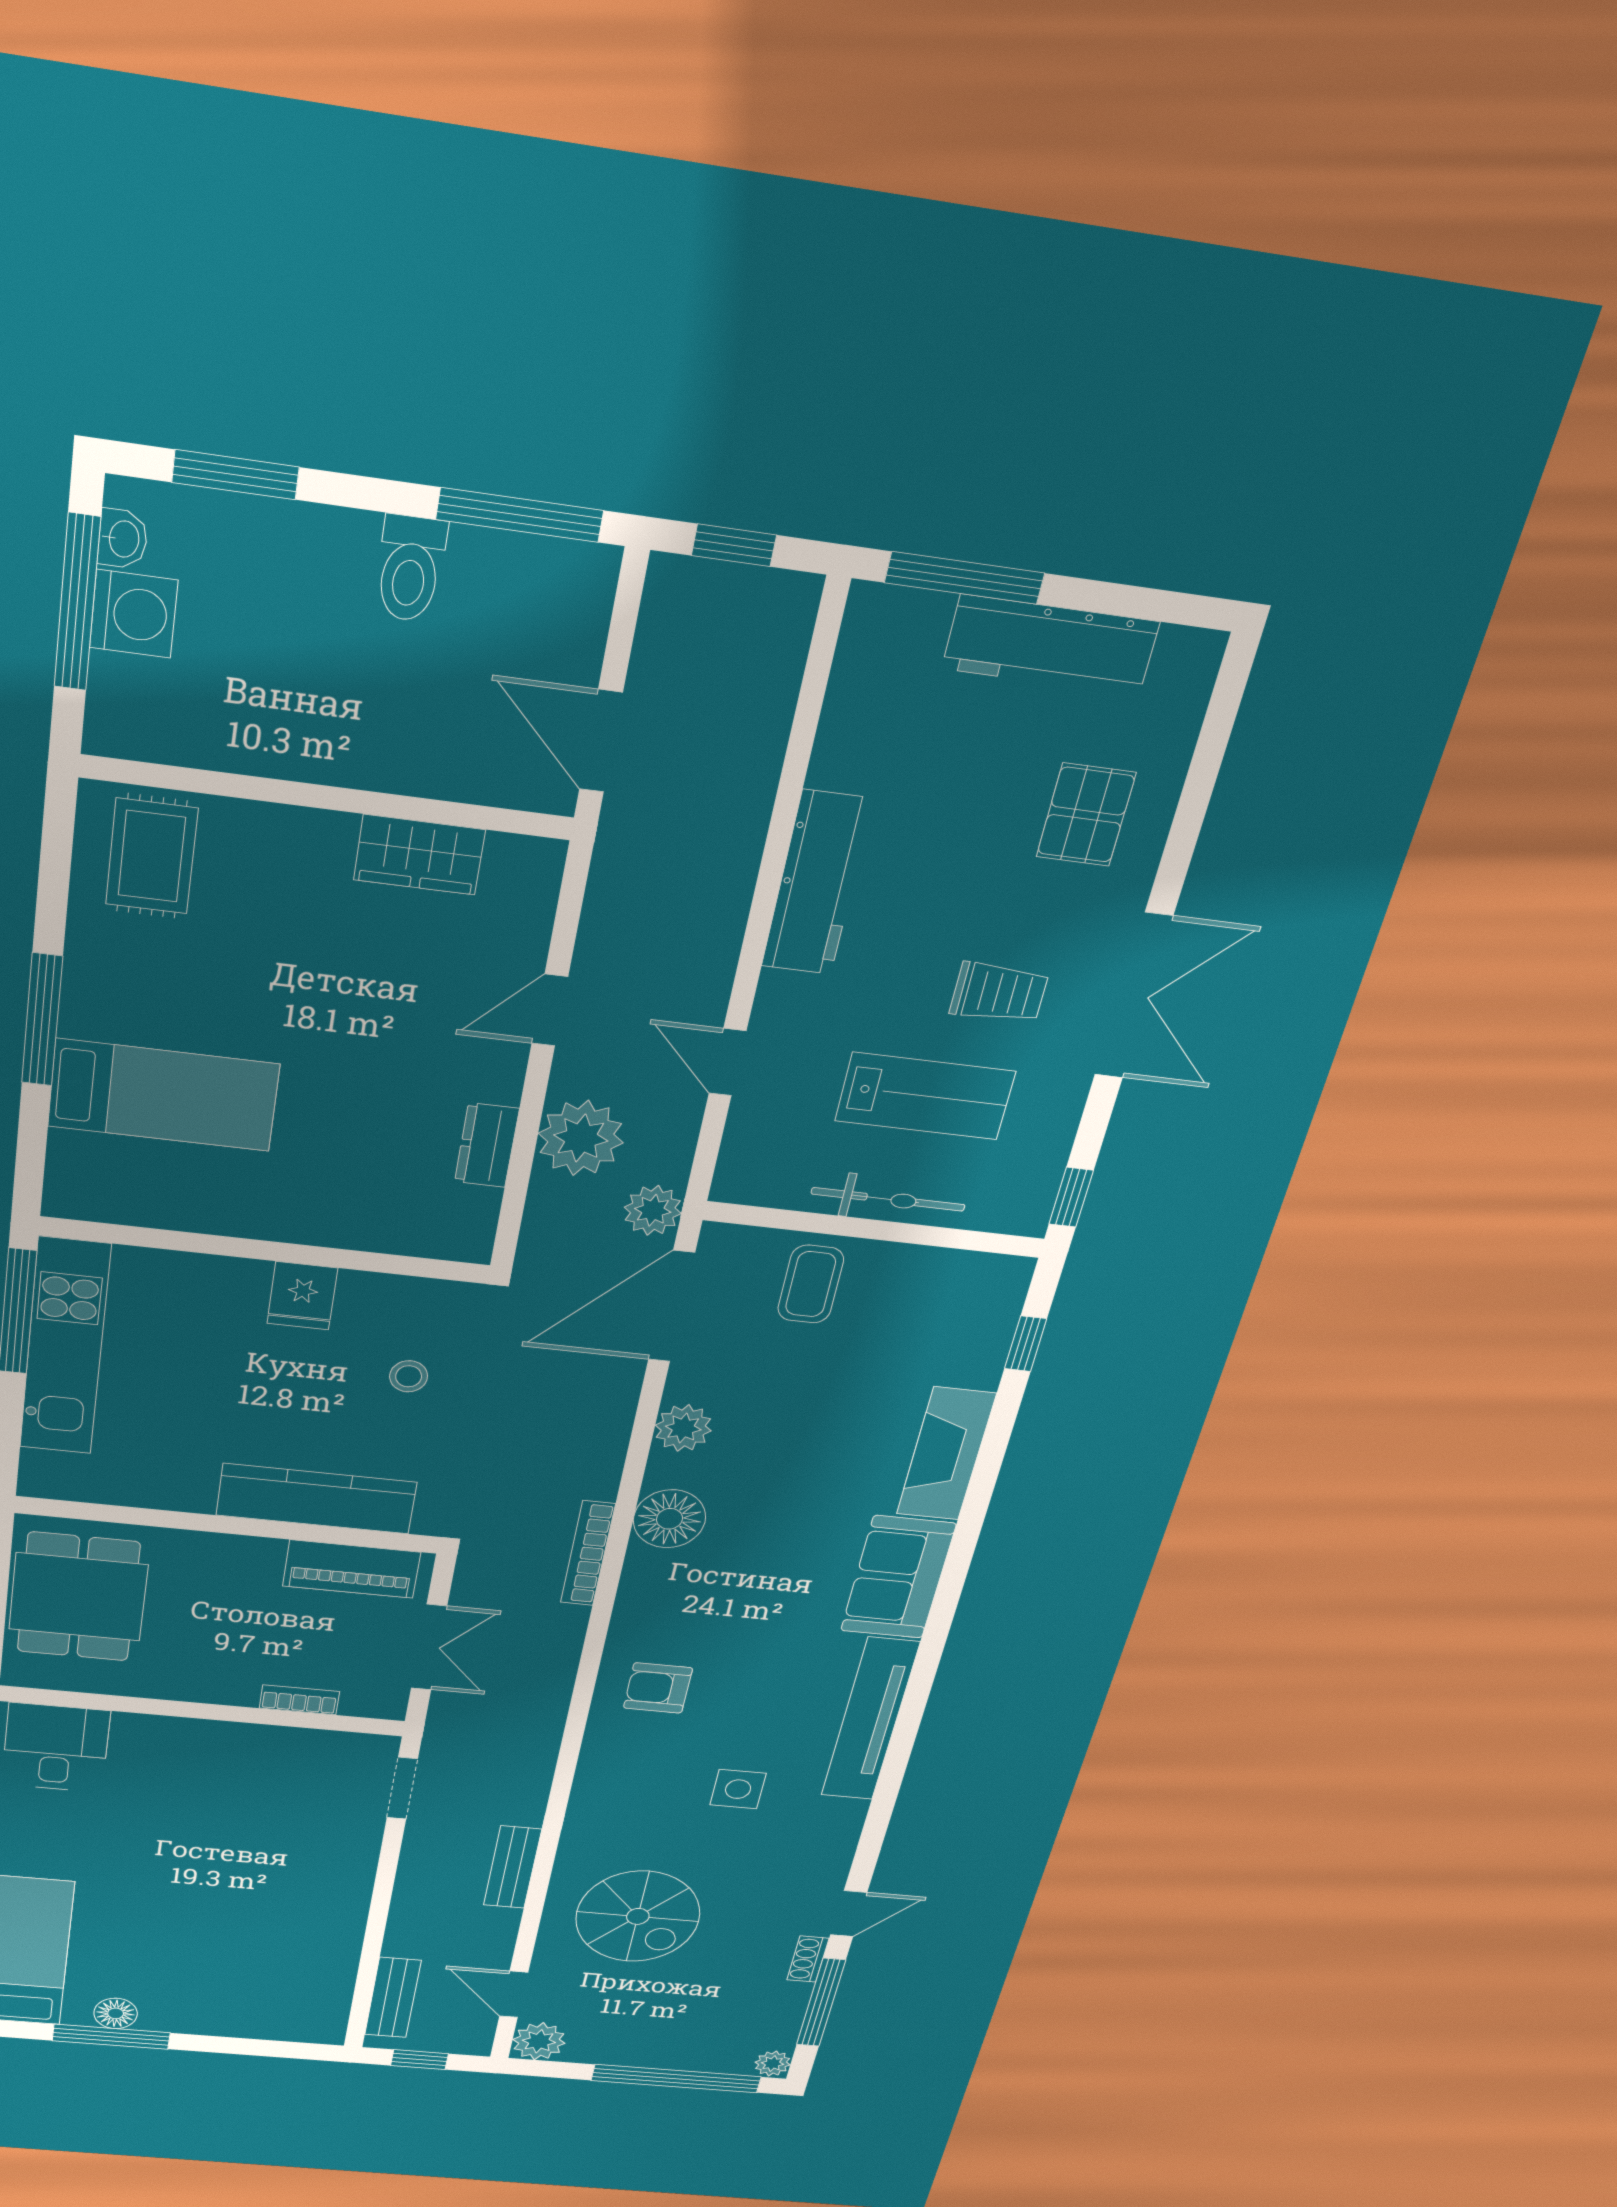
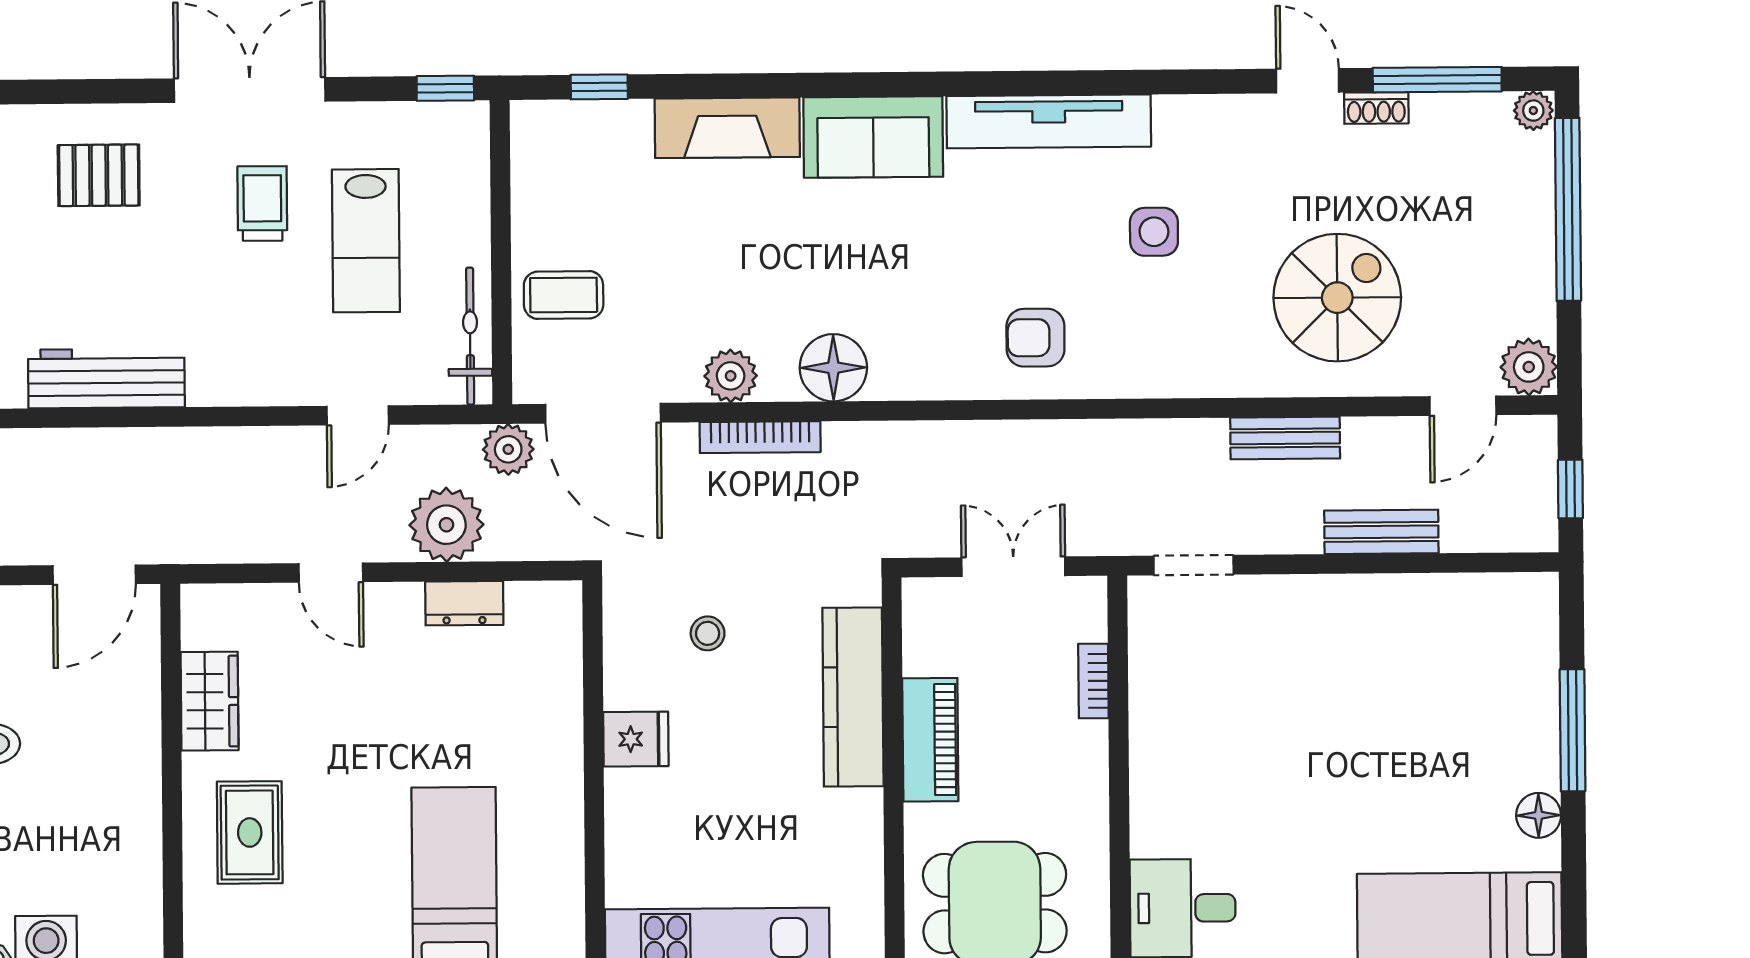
rug: (152, 856) -> (250, 832), moved, turned 90
workbench: (817, 883) -> (106, 378), moved
lab bench: (925, 1096) -> (366, 241), turned 180
bicycle: (888, 1199) -> (470, 336), moved
bookcase: (588, 1553) -> (760, 437), moved
piano: (352, 1569) -> (930, 740), moved
armchair: (658, 1688) -> (1035, 338), turned 90
bench: (393, 1998) -> (1381, 532), moved
window: (111, 2037) -> (1573, 730), moved

